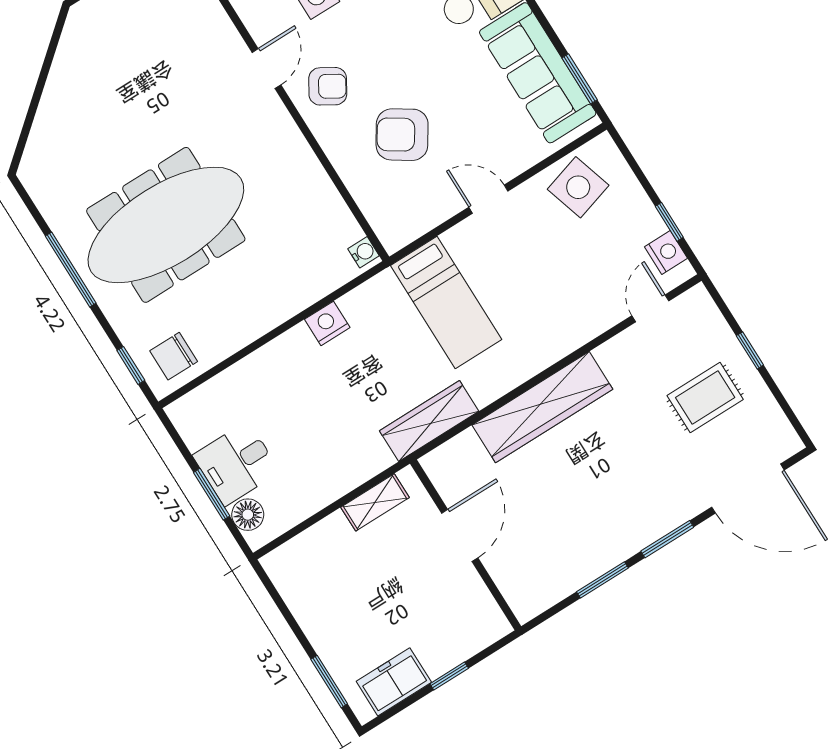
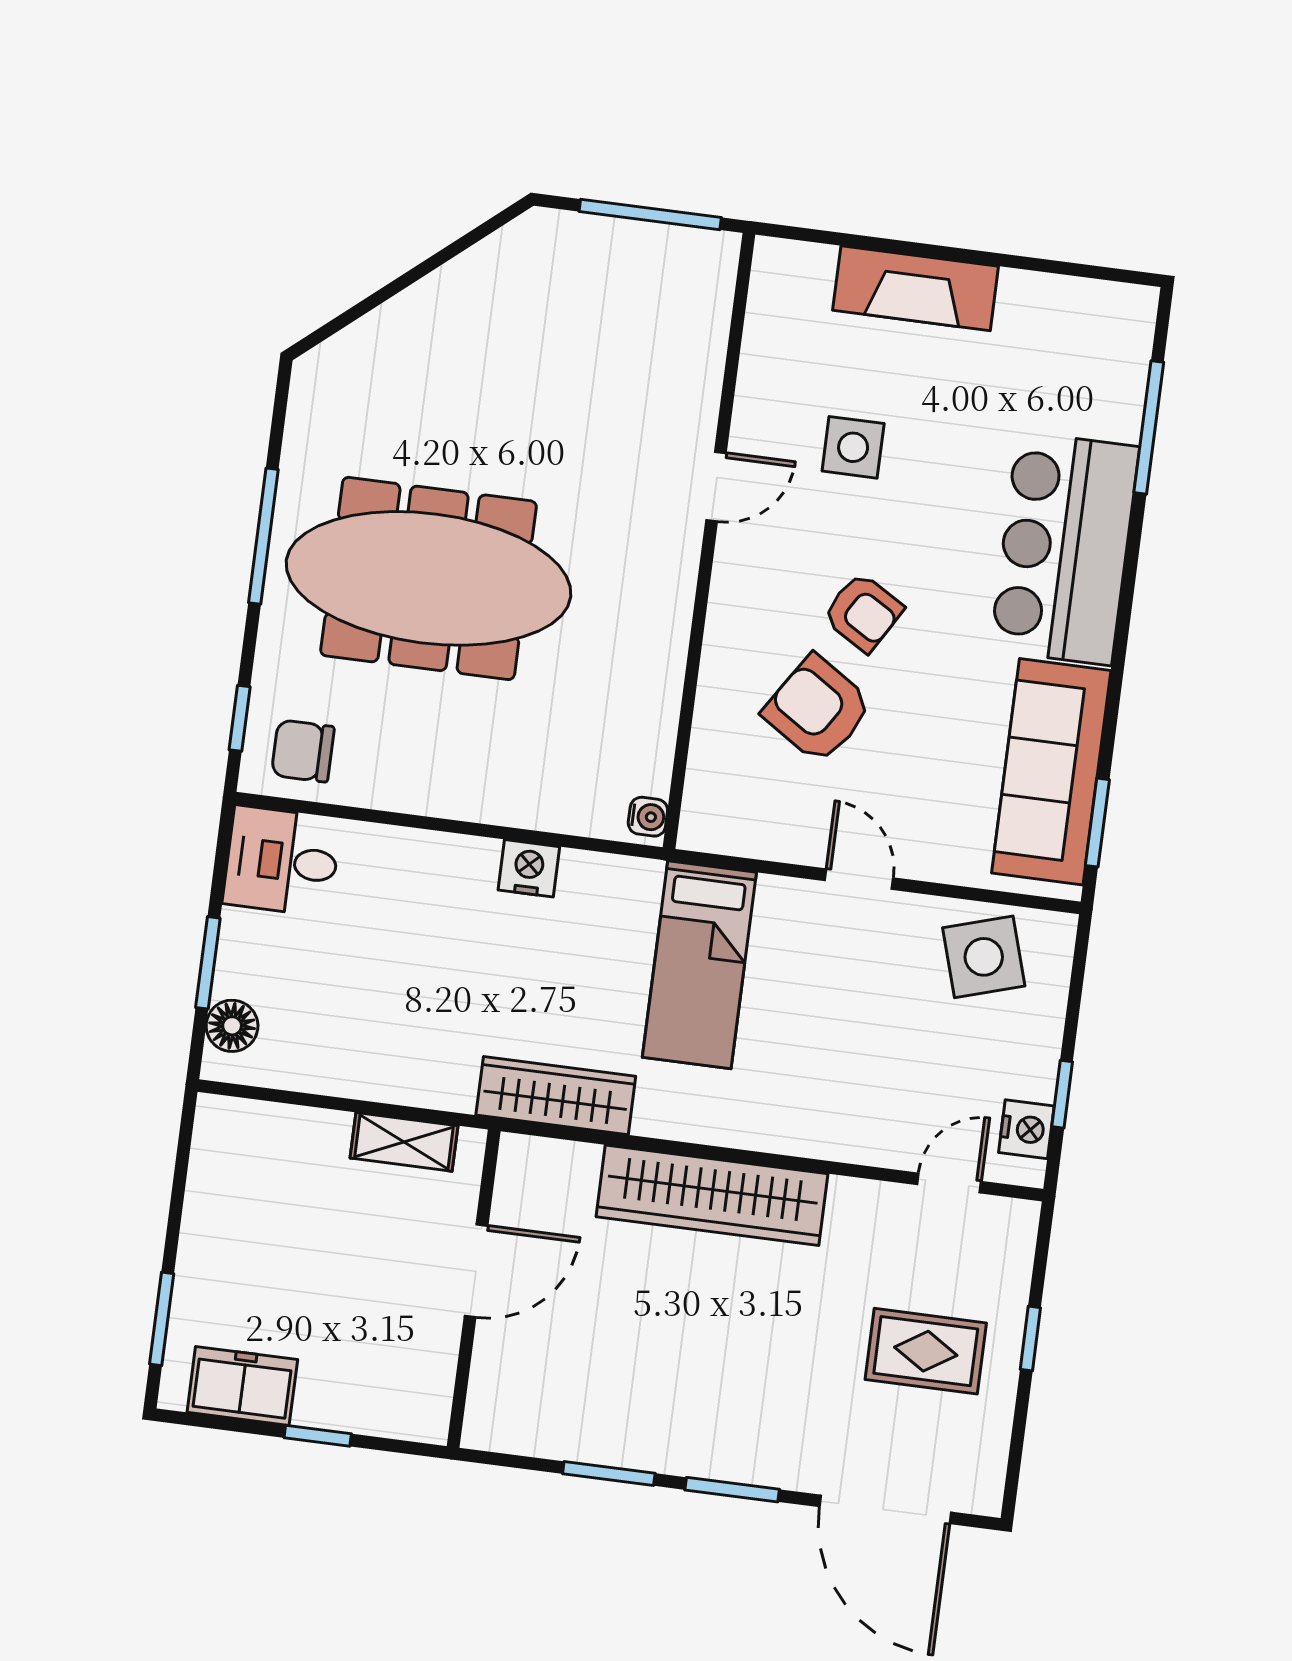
armchair: (328, 86) -> (863, 612), moved
desk: (236, 464) -> (282, 861), moved

